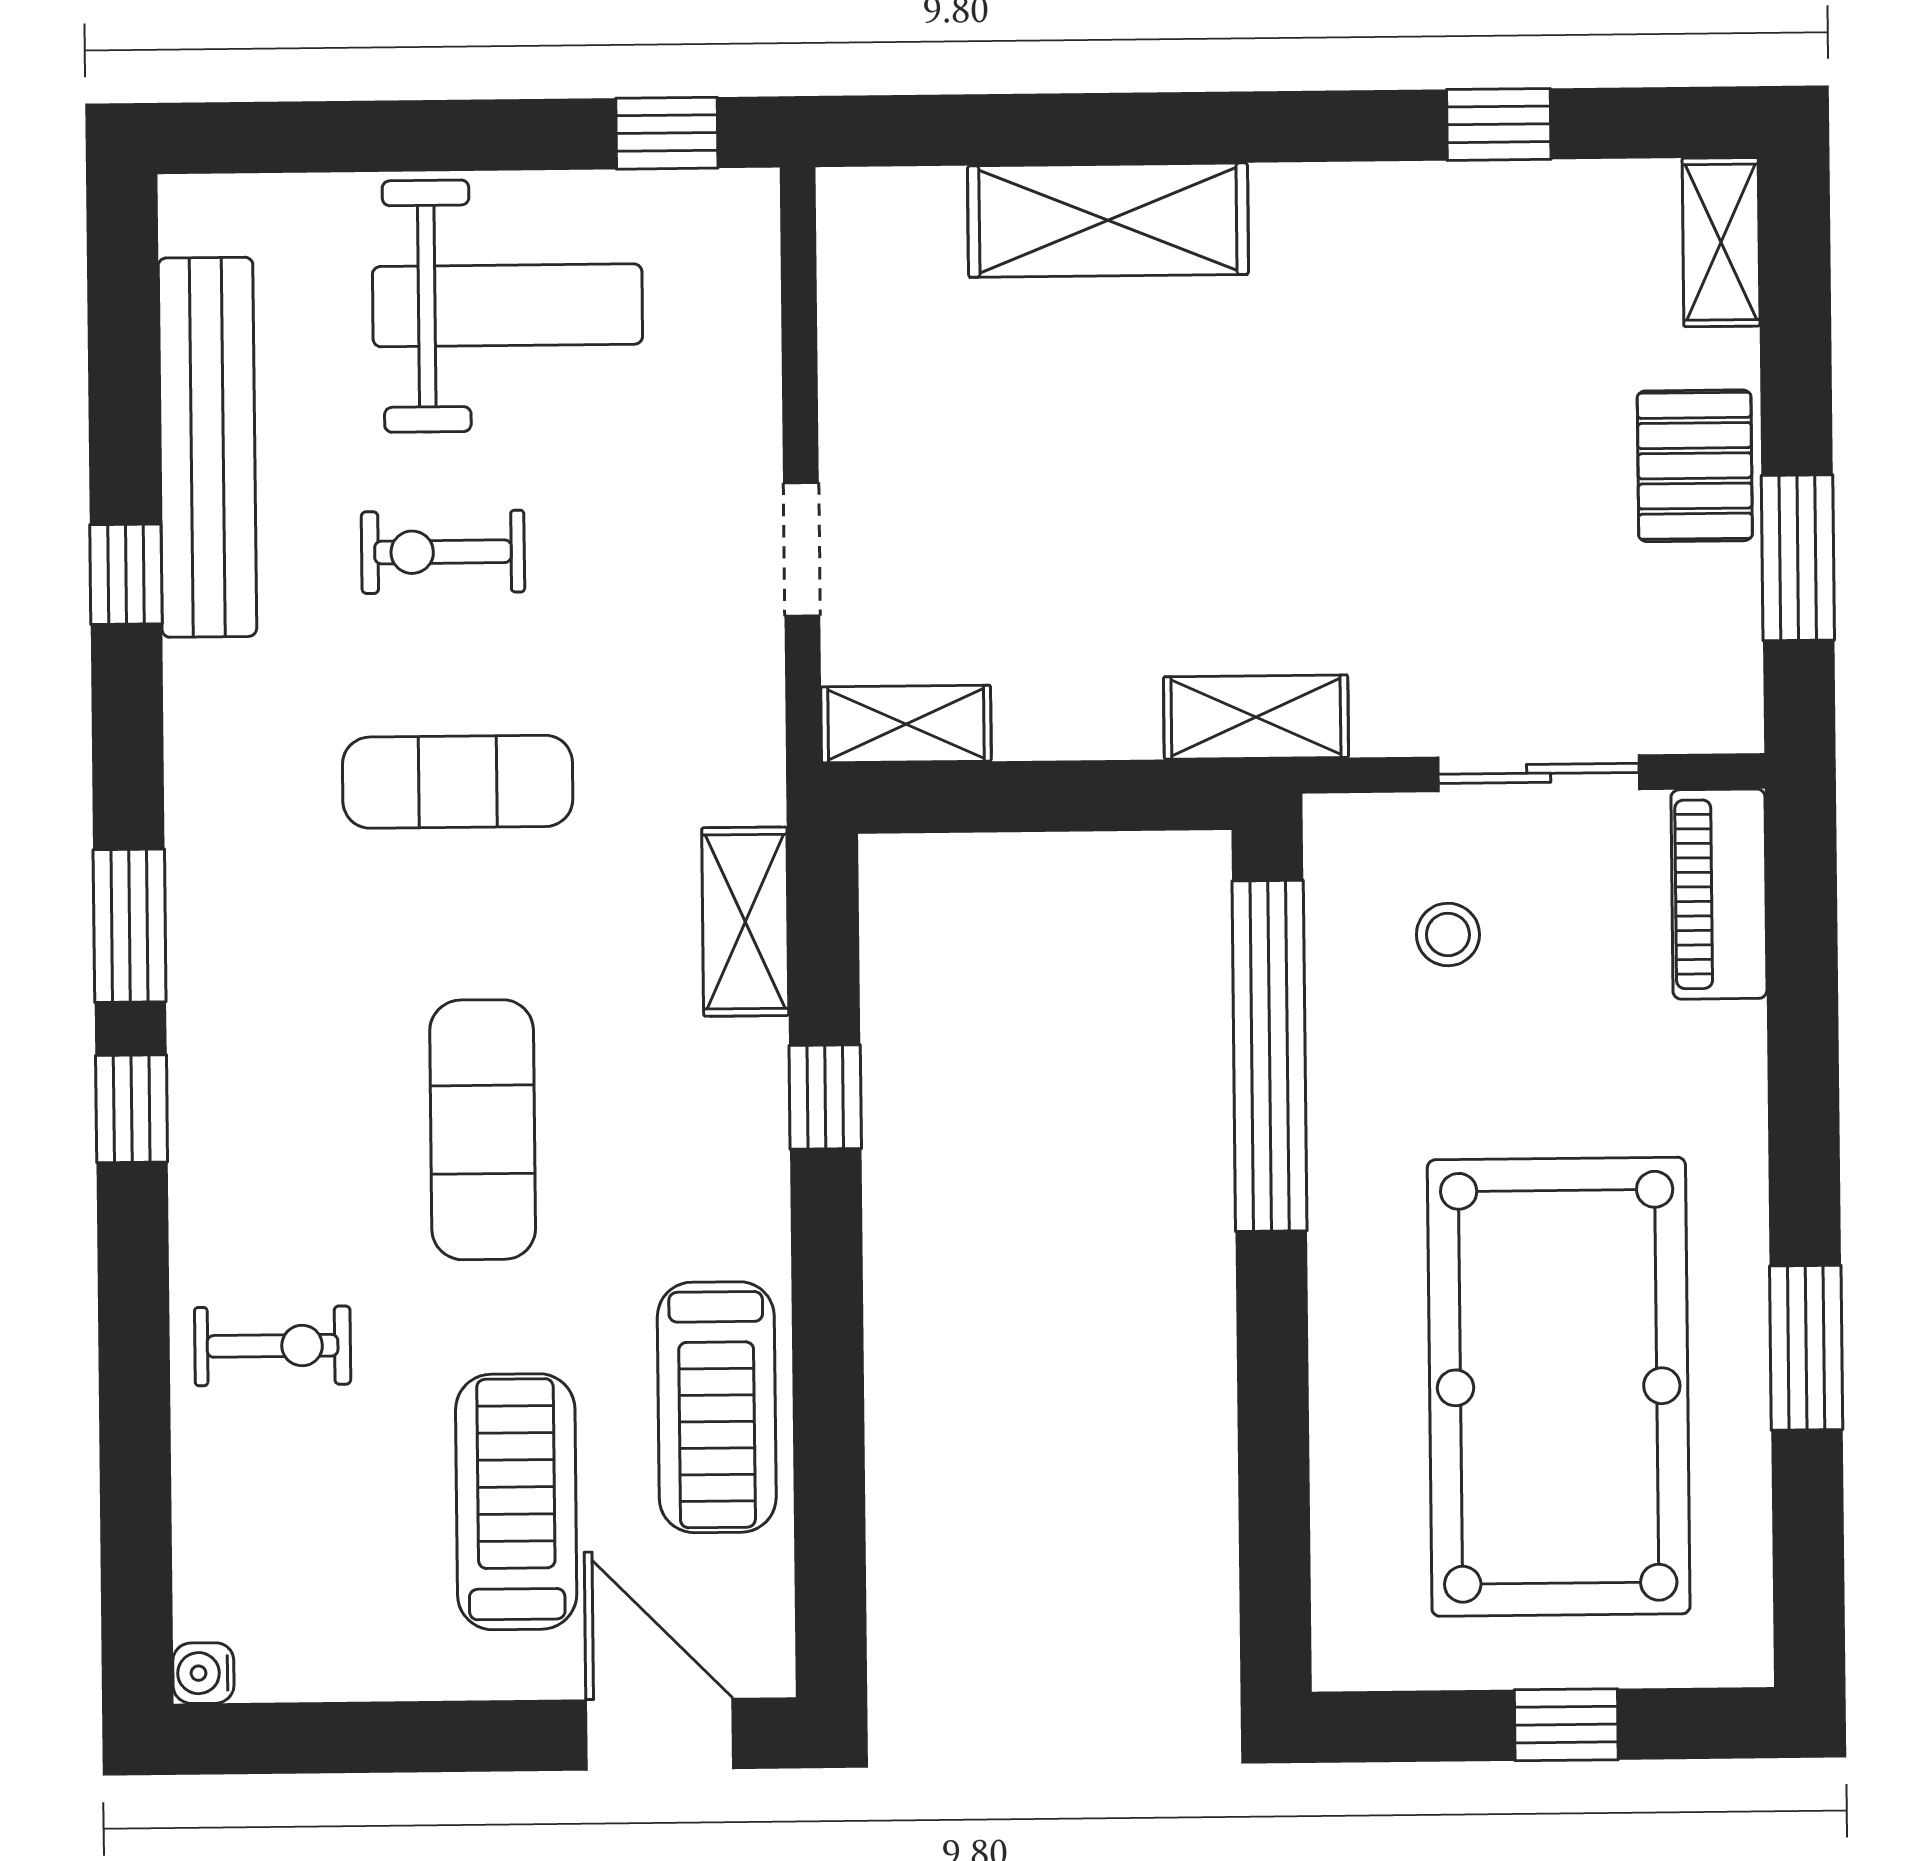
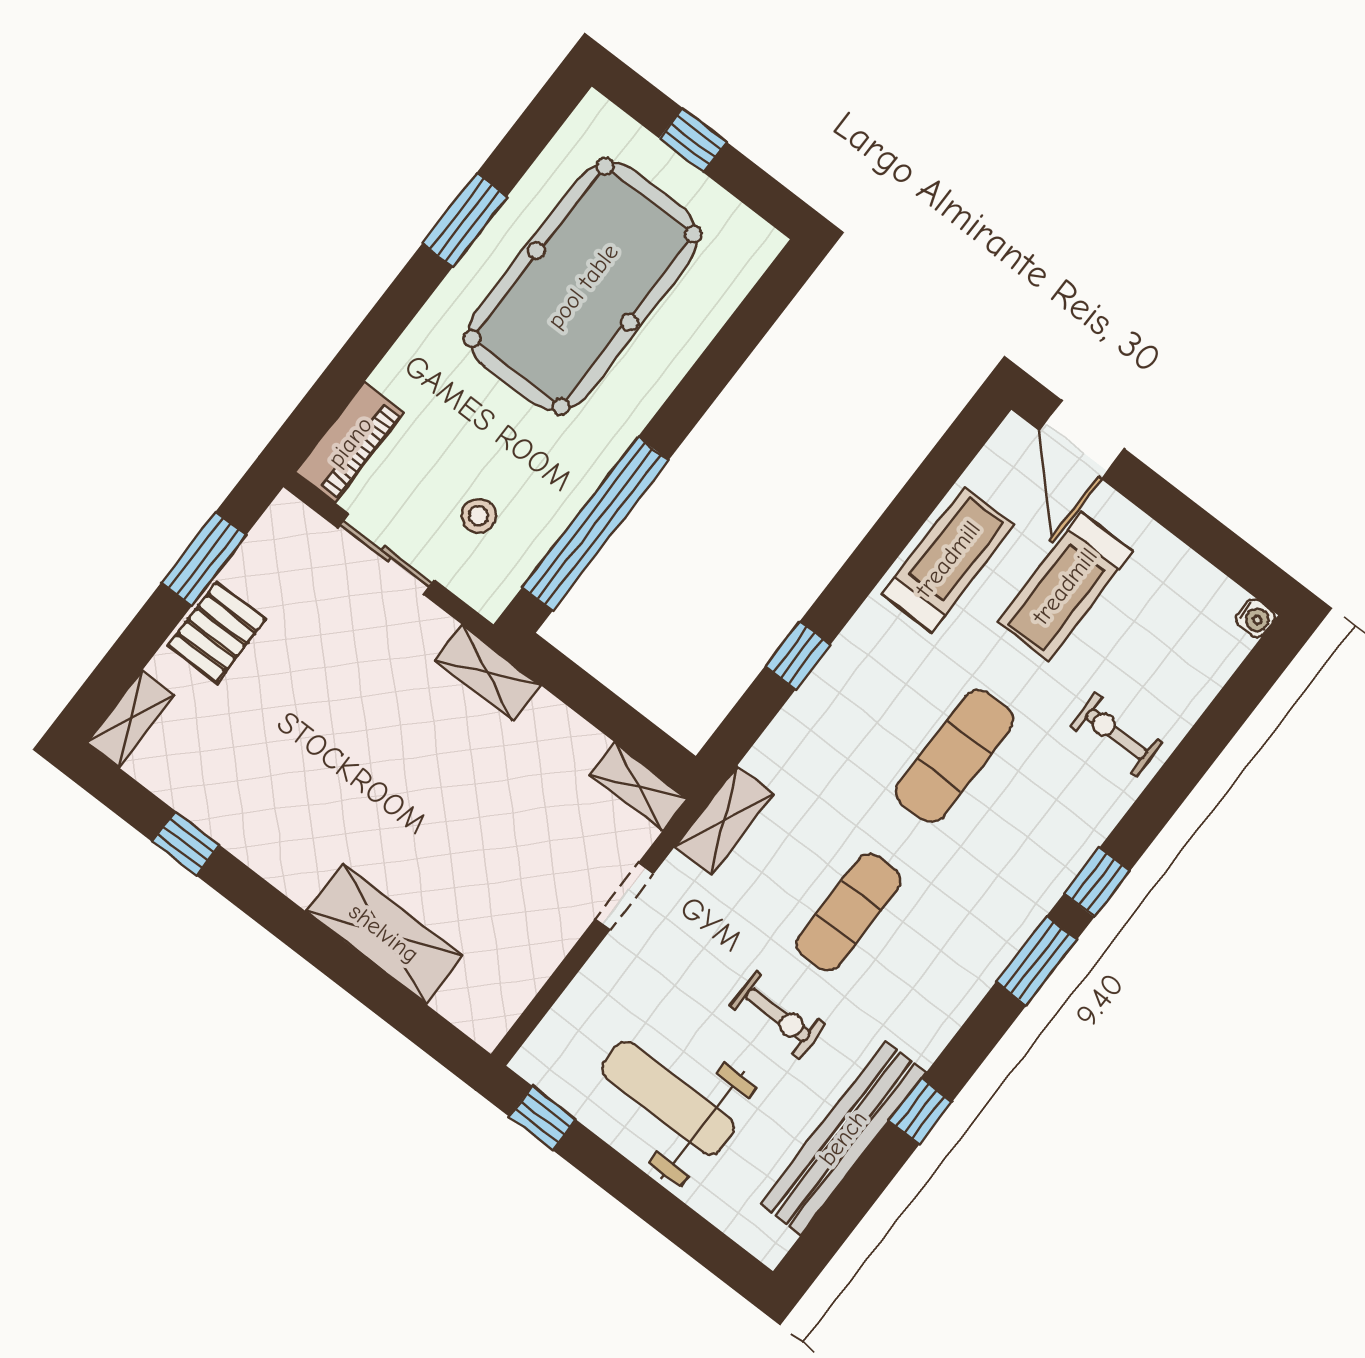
exercise mat: (458, 782) -> (849, 912), turned 90
shelving: (745, 922) -> (724, 820), moved

